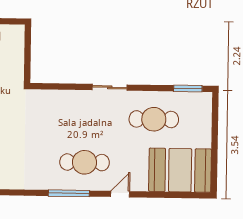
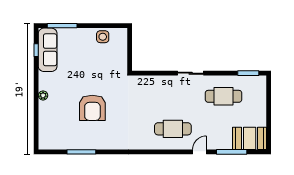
booth: (180, 170) -> (250, 138), width x0.73, depth x0.70
window: (69, 193) -> (232, 152), moved

